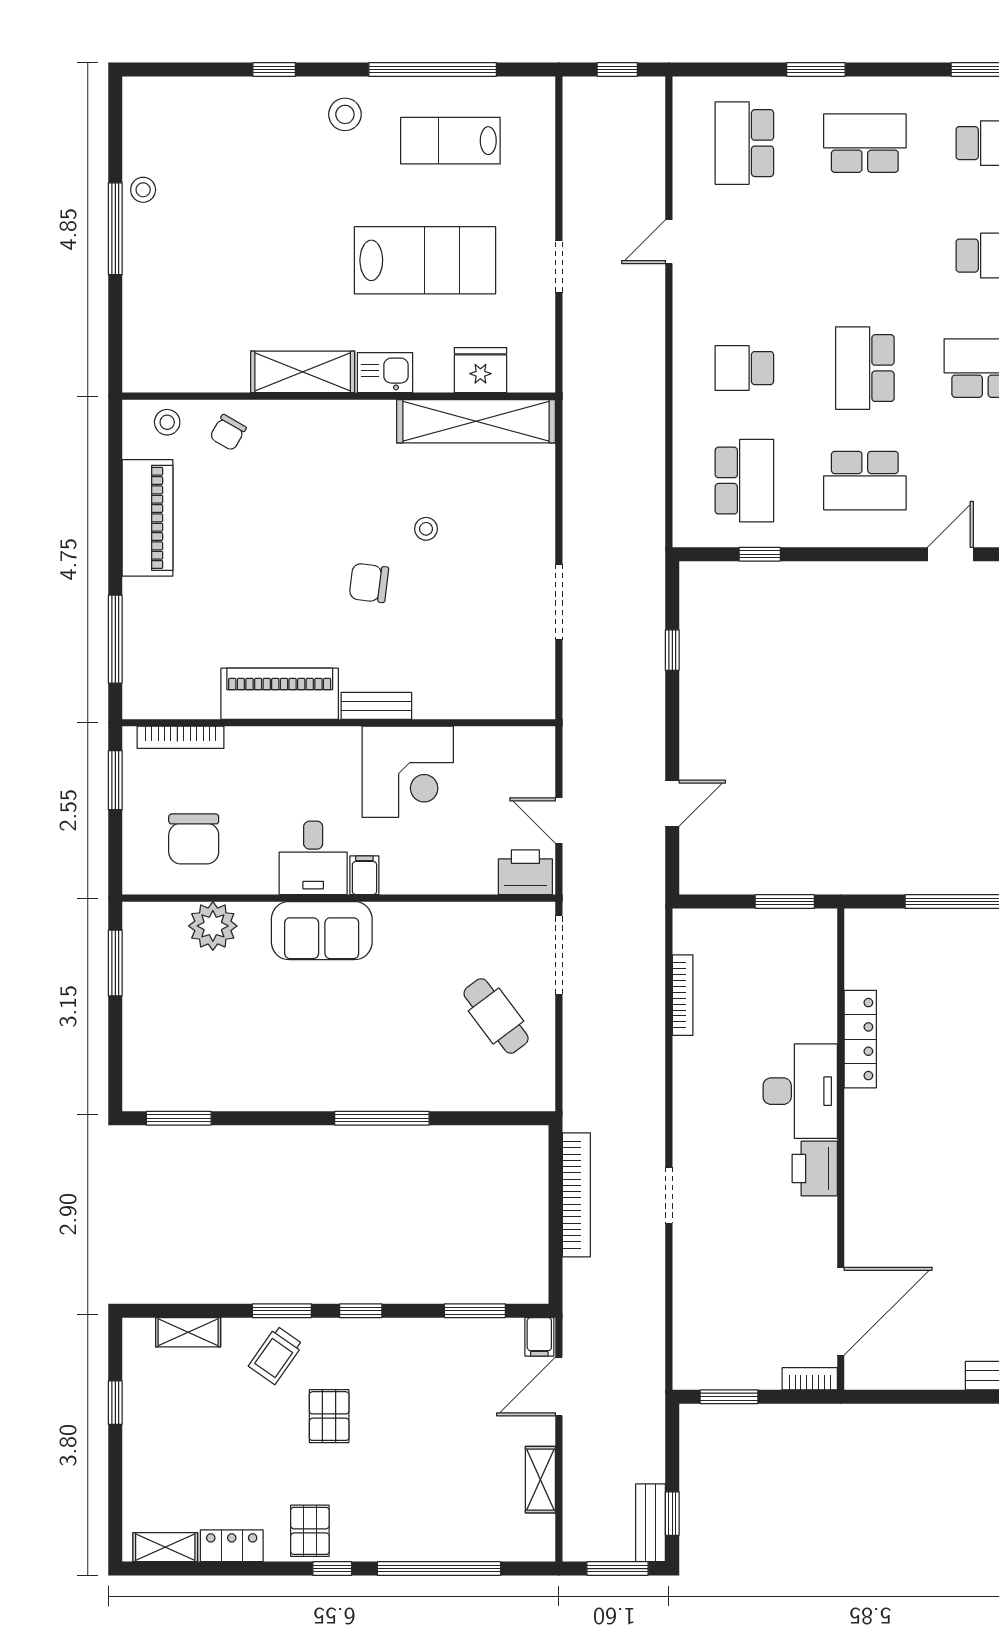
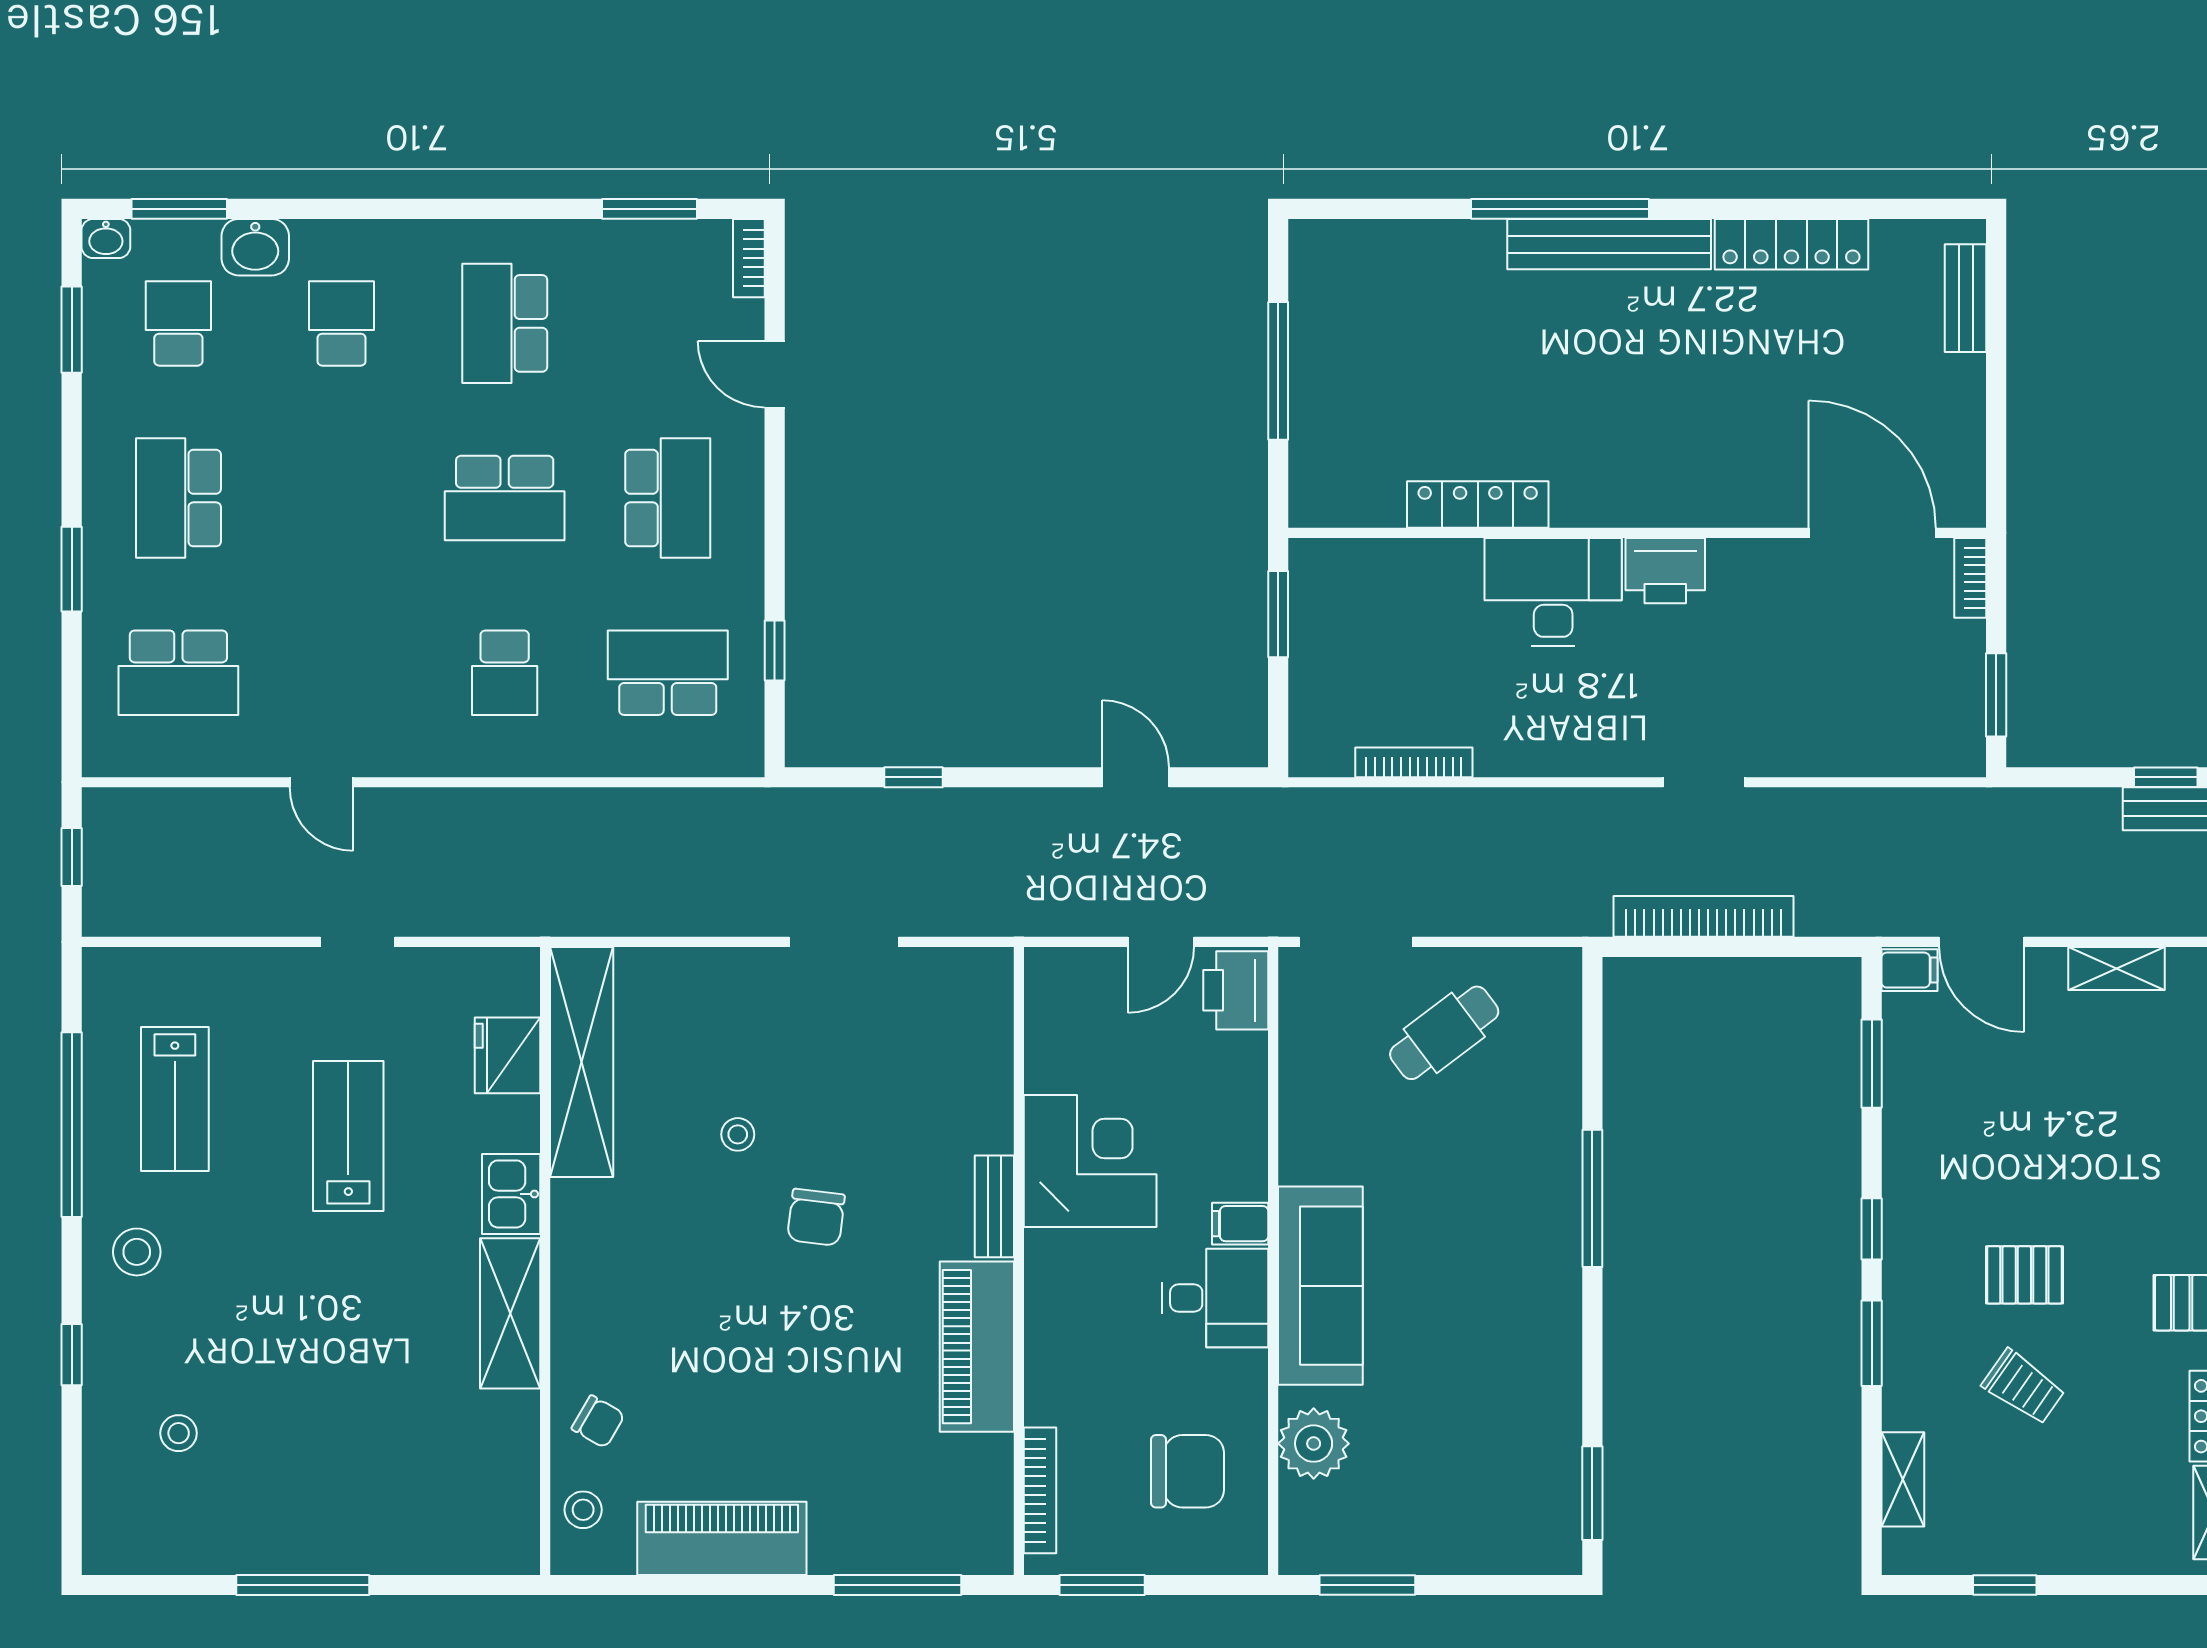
stool: (143, 190) -> (179, 1433), moved
lab bench: (425, 260) -> (348, 1136), width x0.73, depth x0.72
sofa: (322, 931) -> (1320, 1286), width x1.36
trolley: (276, 1355) -> (2024, 1387), moved

